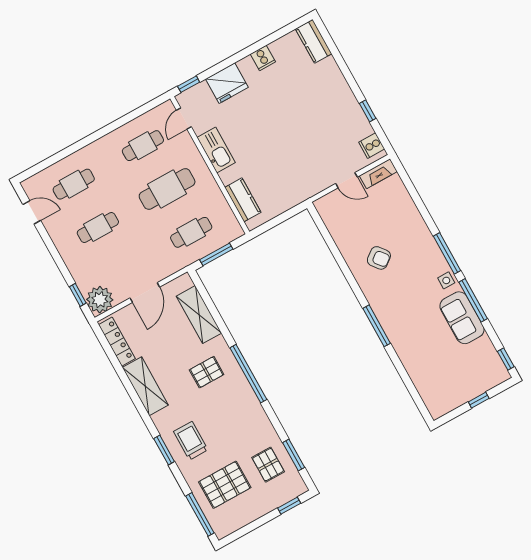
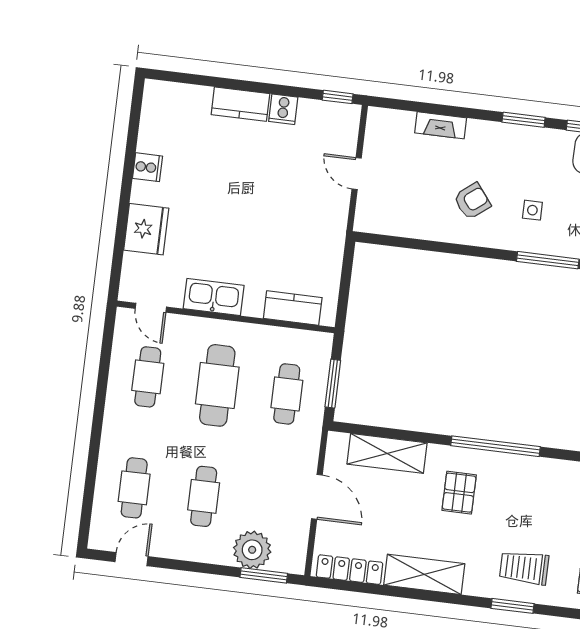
kitchen counter: (314, 41) -> (240, 104), moved
window: (189, 84) -> (116, 274), removed
window: (368, 111) -> (338, 97), moved
cooker: (372, 146) -> (283, 109), moved
fireplace: (378, 174) -> (441, 125), moved, turned 90
door: (346, 180) -> (357, 174), swing flipped
window: (447, 253) -> (524, 120), width x0.69
side table: (446, 280) -> (532, 210), moved
window: (78, 295) -> (264, 575), width x1.50
plant: (100, 300) -> (252, 550), moved

